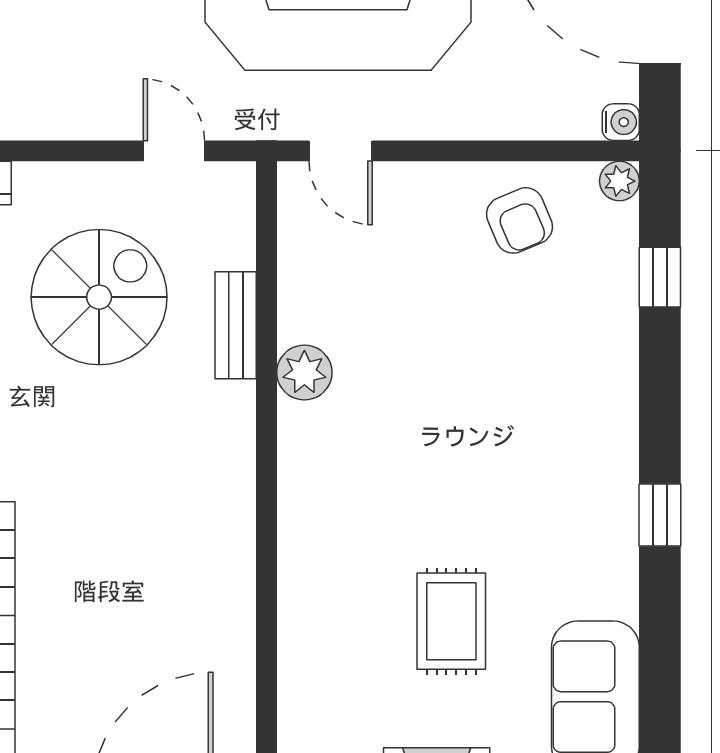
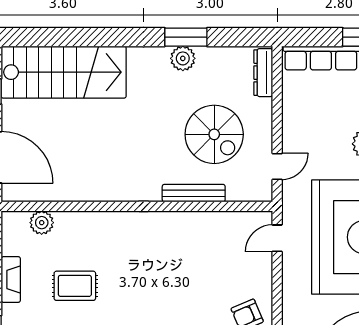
bench: (236, 325) -> (194, 193), width x1.36
plant: (304, 372) -> (42, 223), moved

